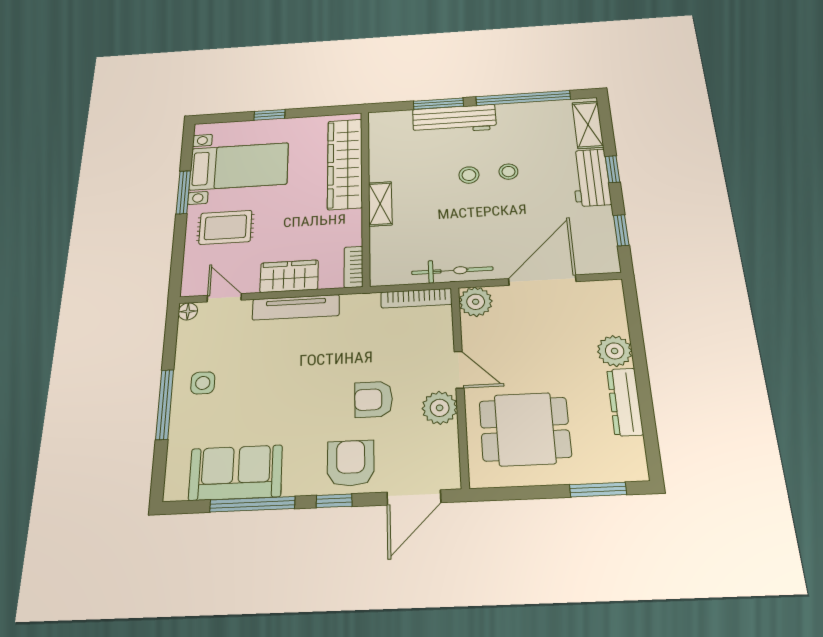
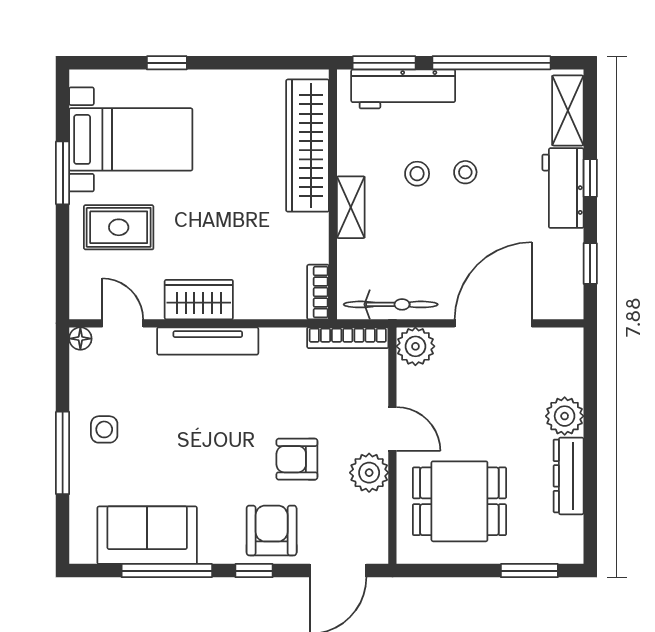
wardrobe: (345, 164) -> (308, 146), moved
wall: (365, 196) -> (333, 194), moved
shelving: (380, 204) -> (351, 207), moved
bookcase: (353, 267) -> (318, 292), moved

